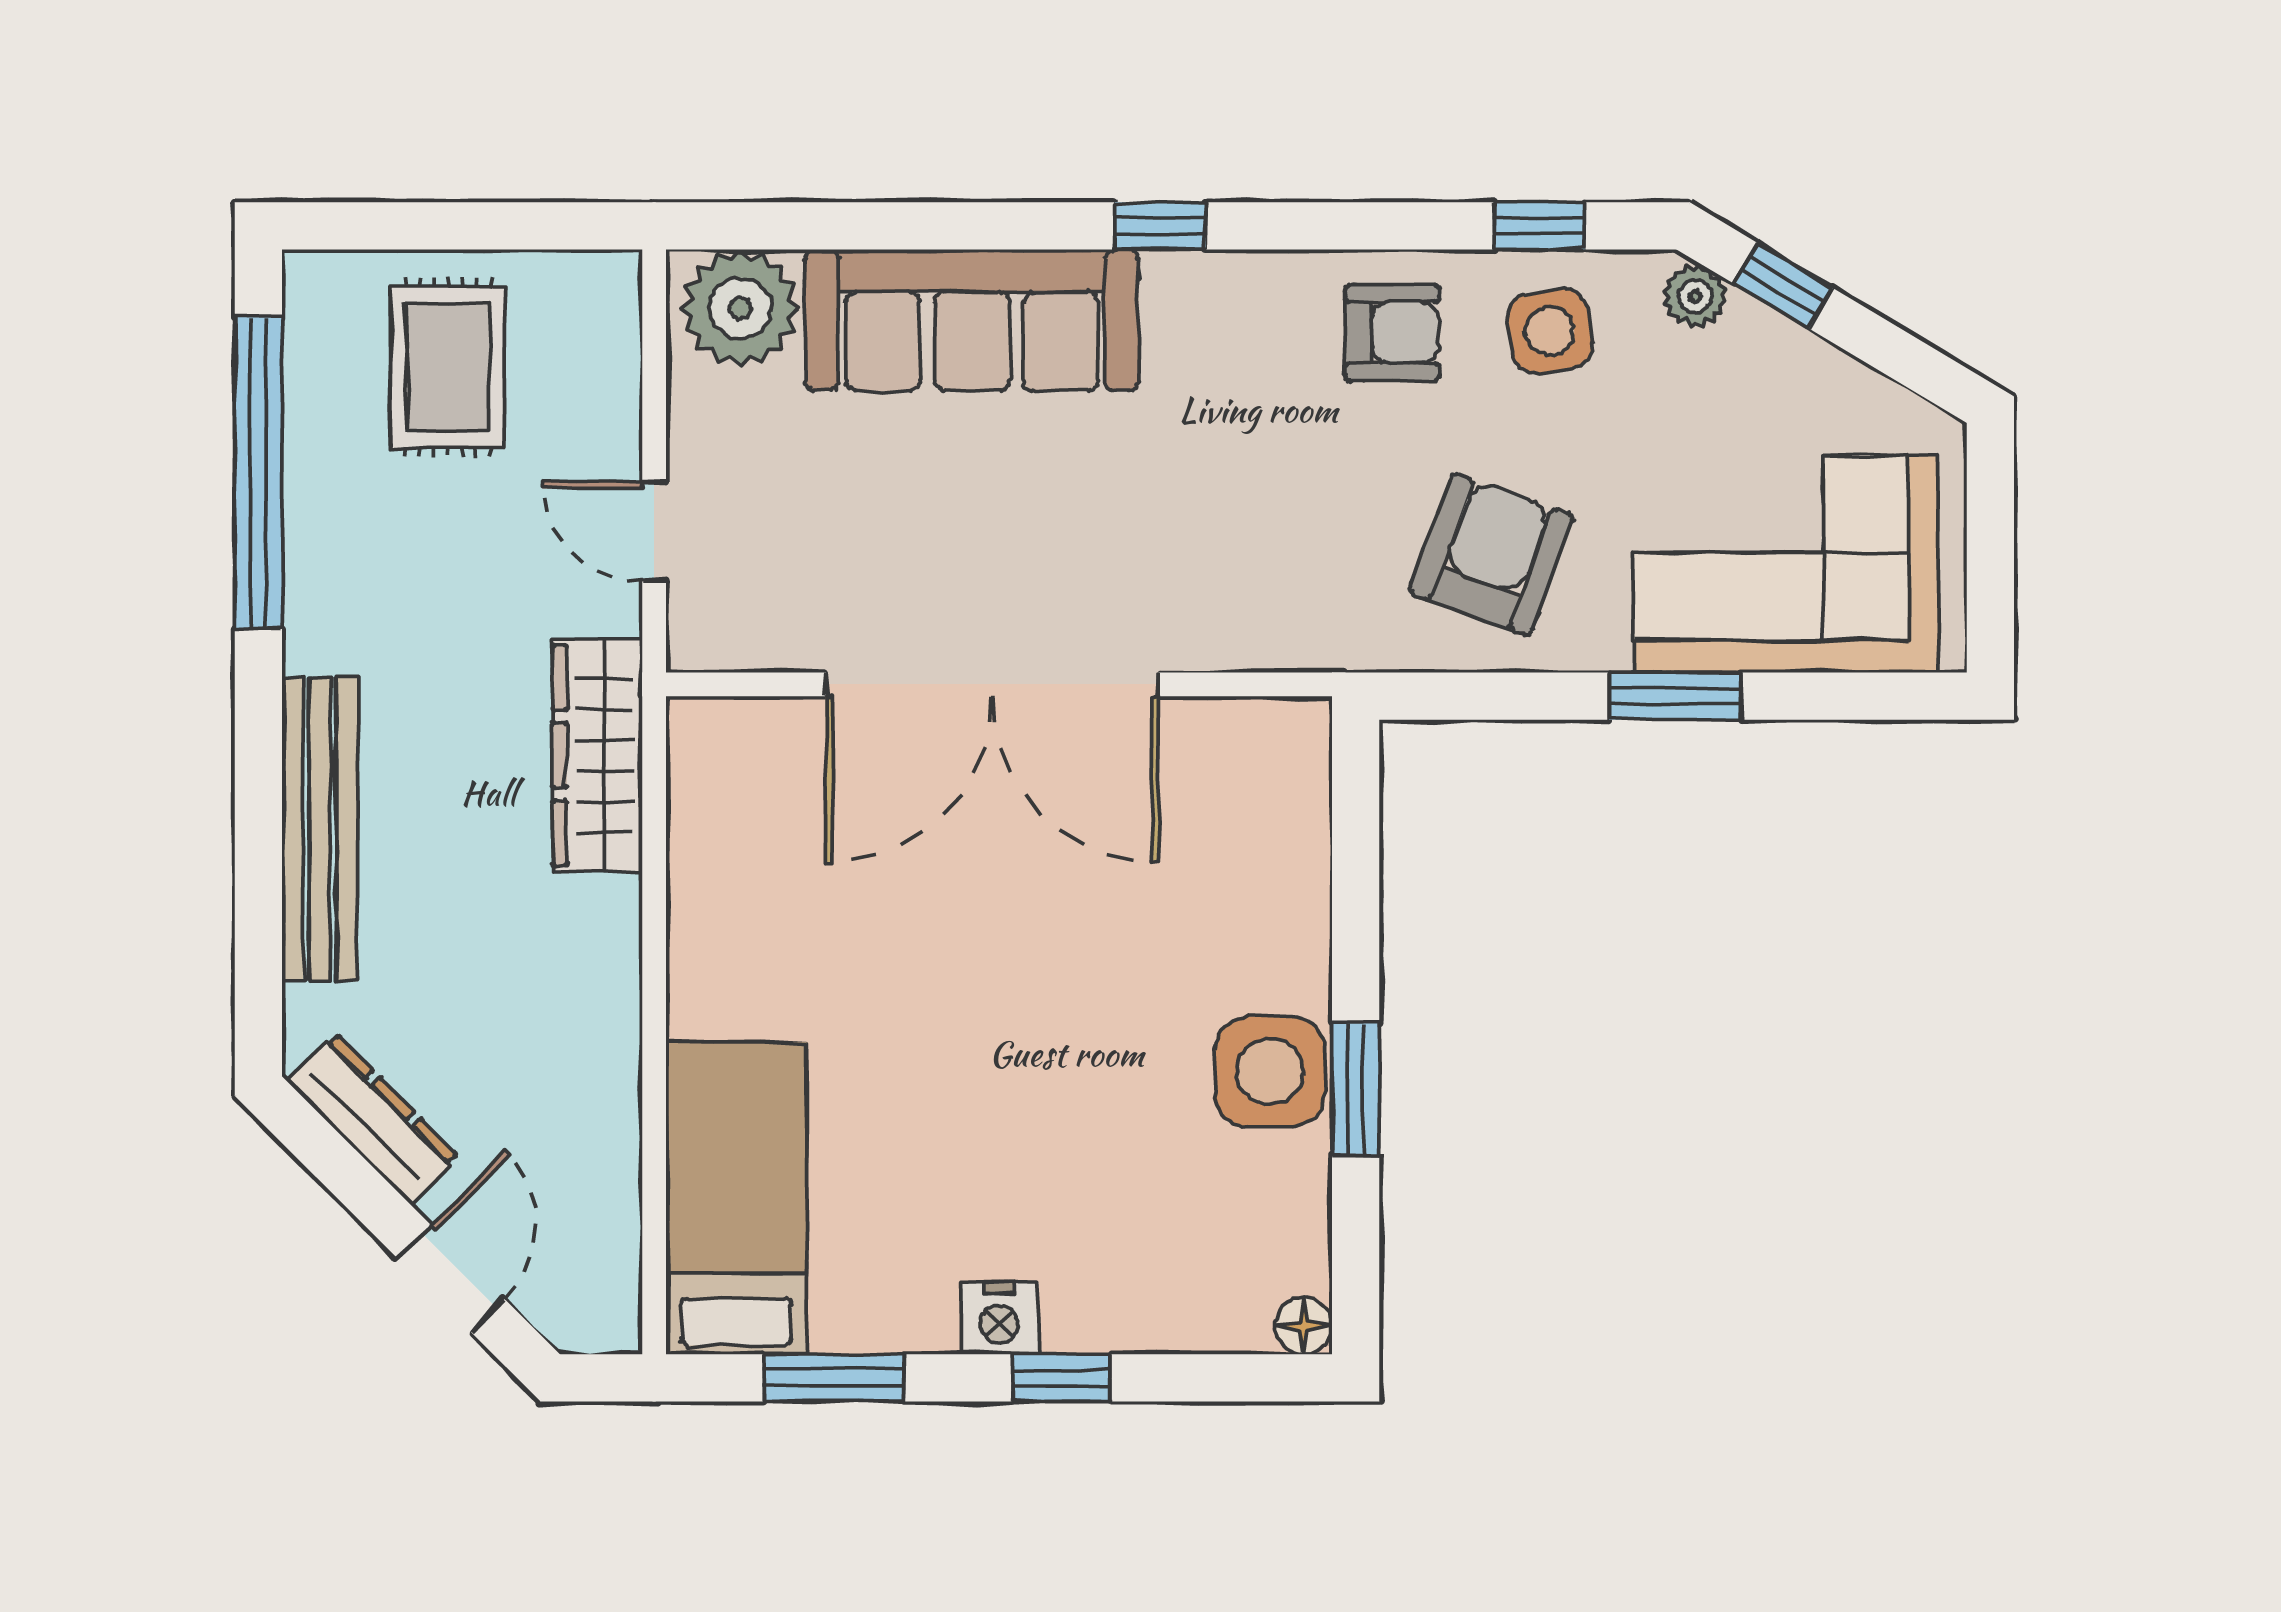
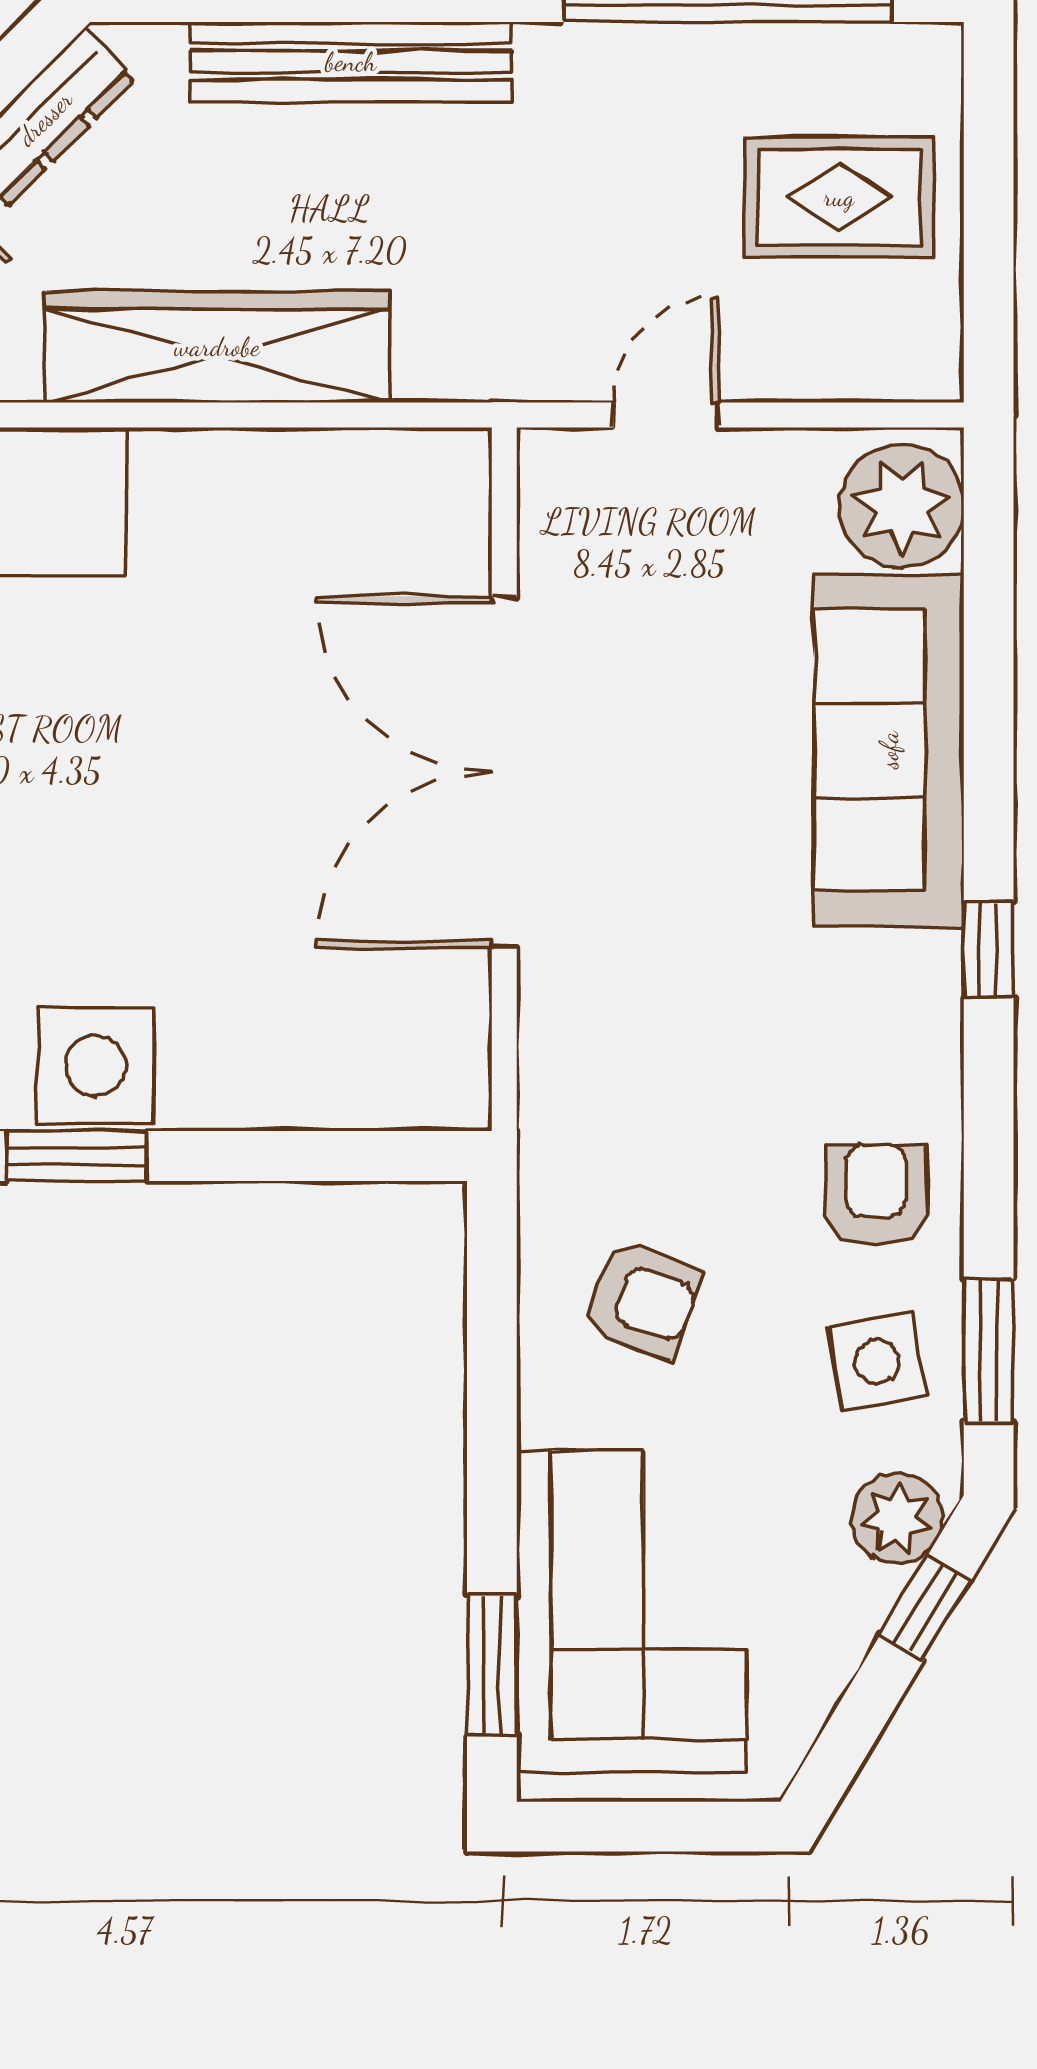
window: (1539, 226) -> (989, 1350), width x1.50
plant: (1695, 296) -> (897, 1519), width x1.38, depth x1.38
armchair: (1392, 332) -> (876, 1195), turned 180
armchair: (1491, 554) -> (642, 1299), width x0.72, depth x0.72
window: (1675, 696) -> (492, 1665), moved
wardrobe: (597, 755) -> (217, 347), moved, width x1.40, depth x1.17

